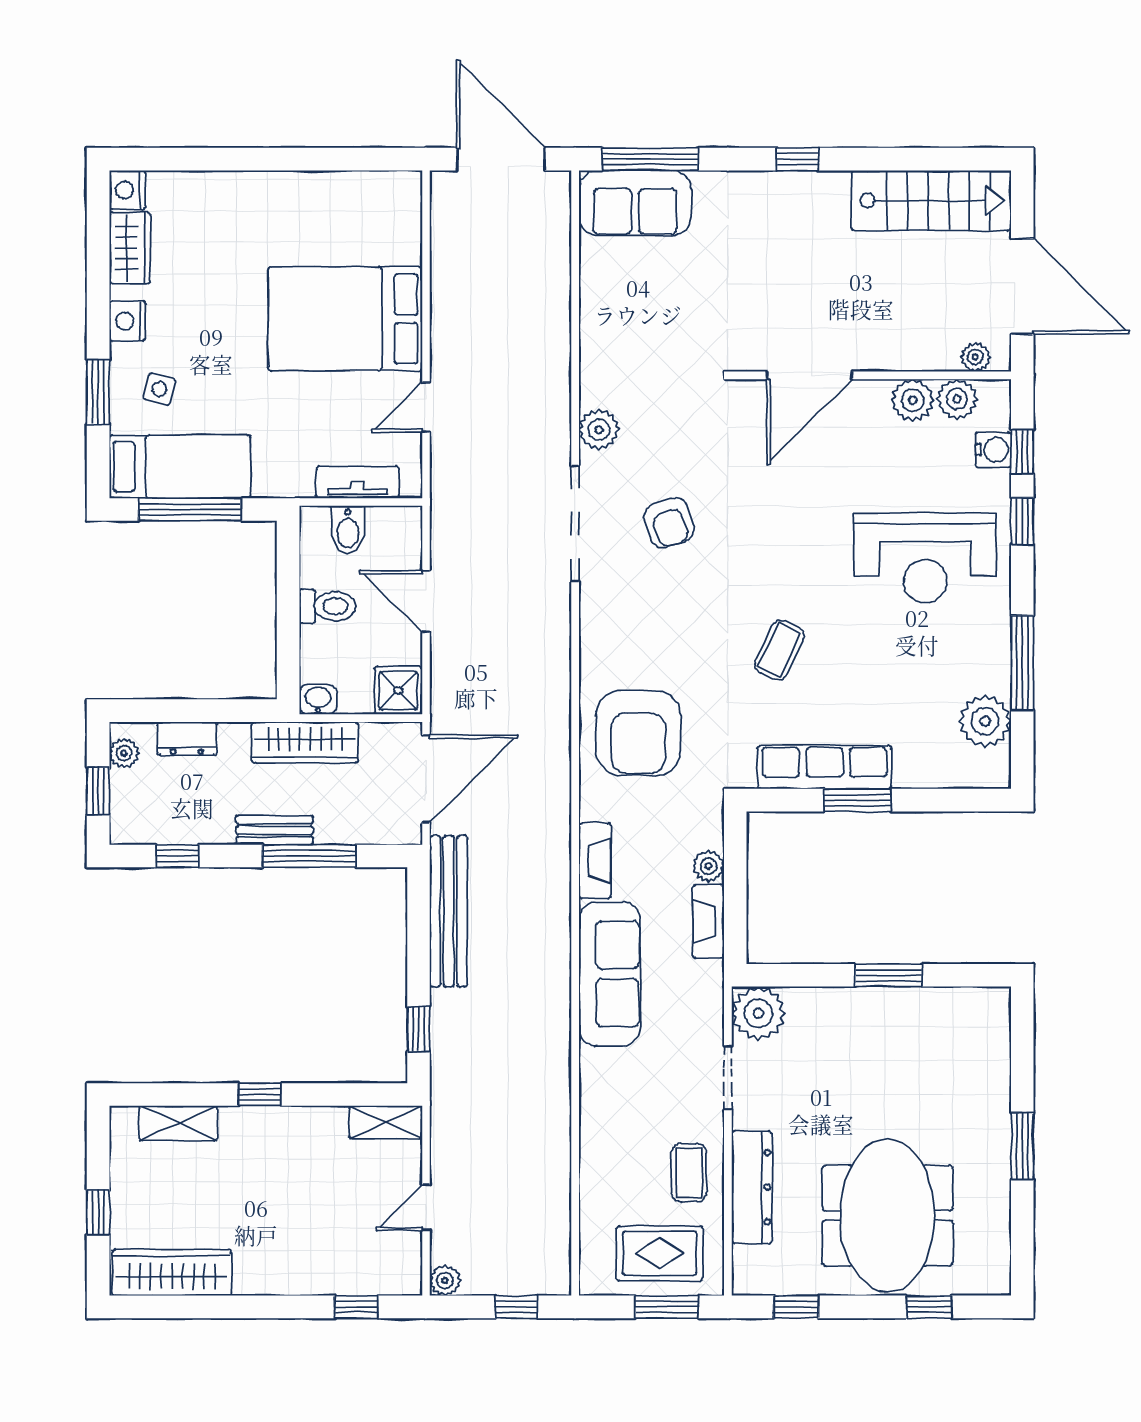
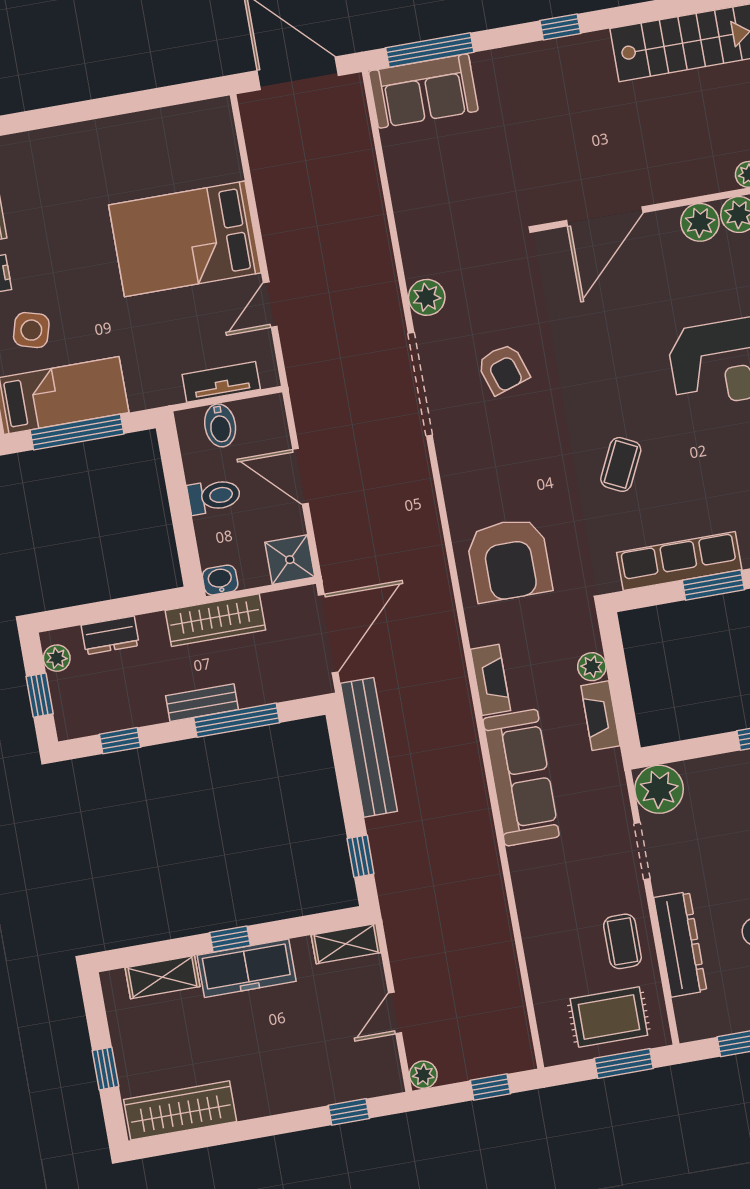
side table: (159, 389) -> (31, 330), width x1.37, depth x1.37
freezer: (272, 1130) -> (247, 968), added

